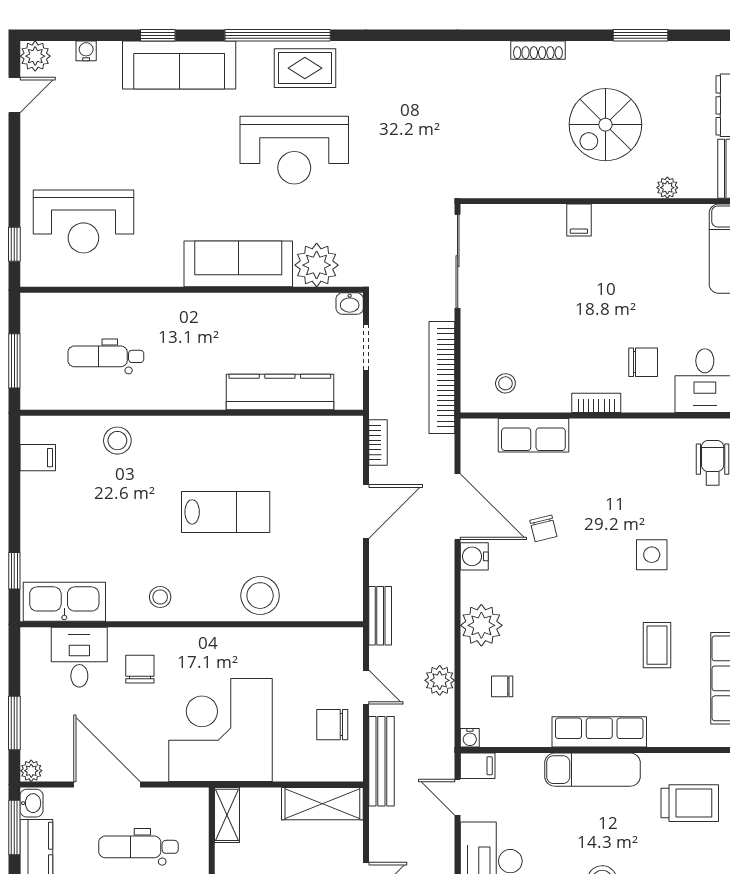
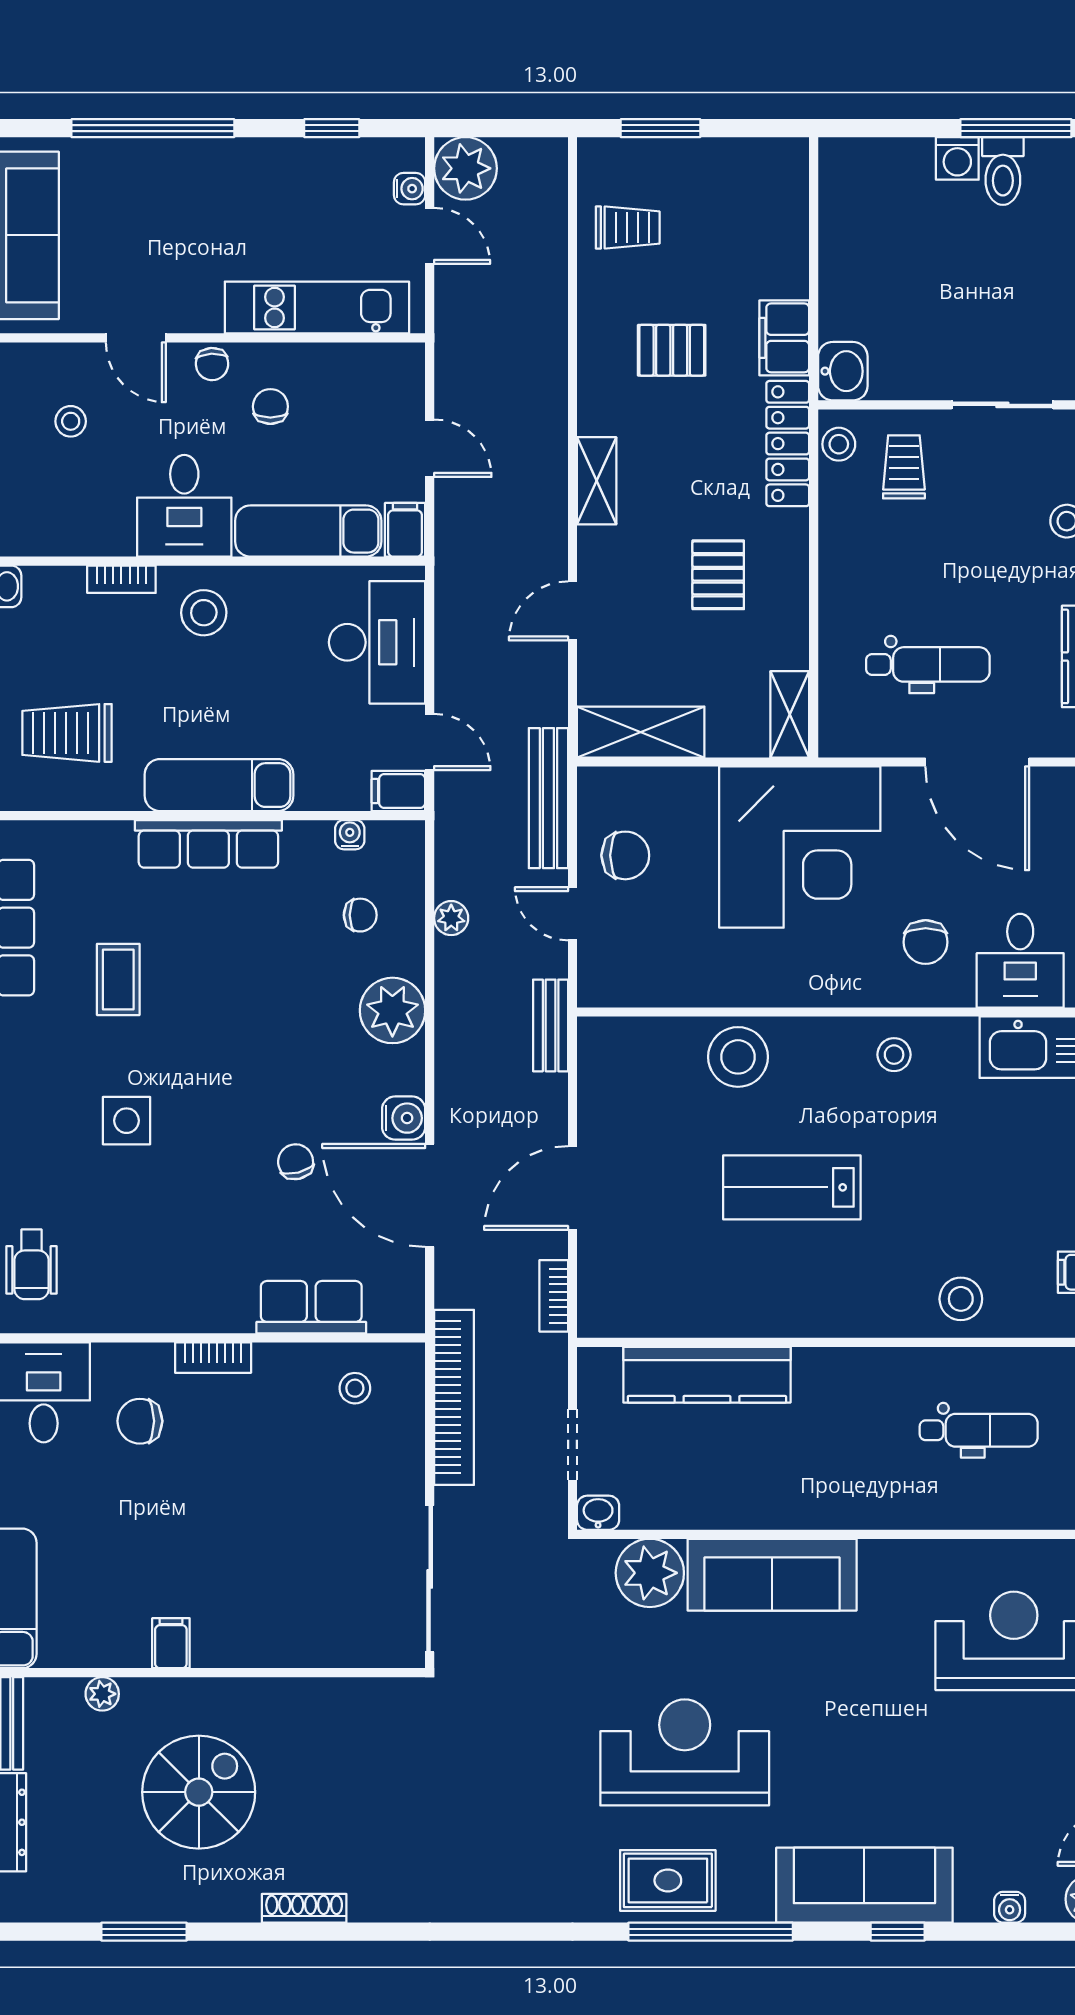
filing cabinet: (579, 220) -> (171, 1643), moved
plant: (440, 680) -> (451, 918), width x0.73, depth x0.73
water cooler: (470, 738) -> (350, 835), moved

